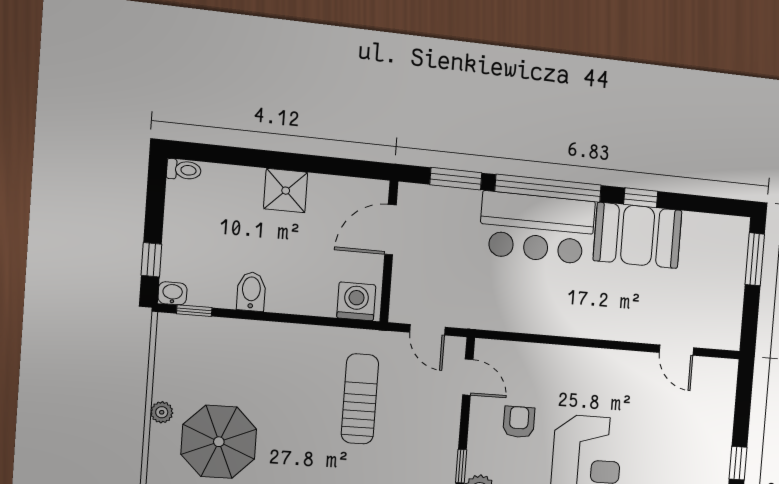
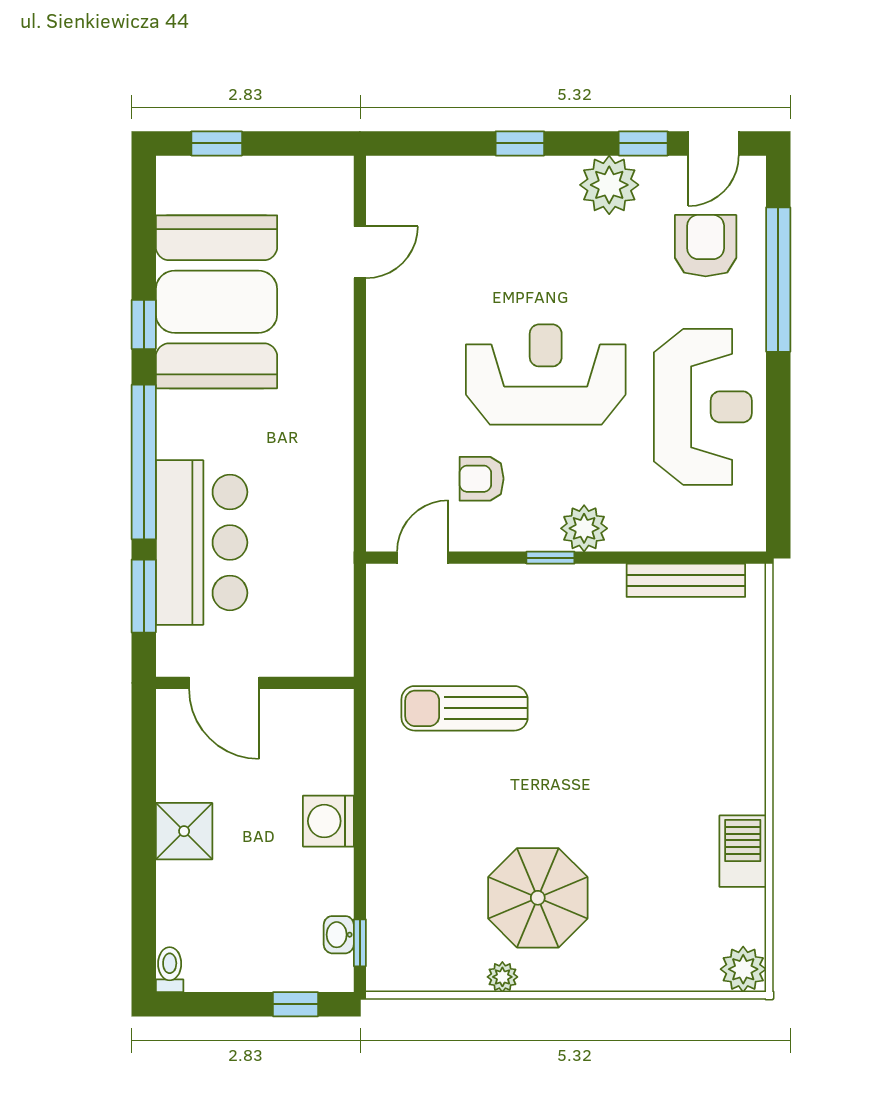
bar counter: (537, 228) -> (202, 542), moved
booth: (638, 235) -> (217, 302), width x1.36, depth x1.42
window: (755, 259) -> (217, 143), width x0.67
bidet: (251, 292) -> (327, 868), removed
washbasin: (172, 293) -> (339, 935), moved
washing machine: (356, 301) -> (328, 821), moved
door: (427, 330) -> (360, 620), removed

